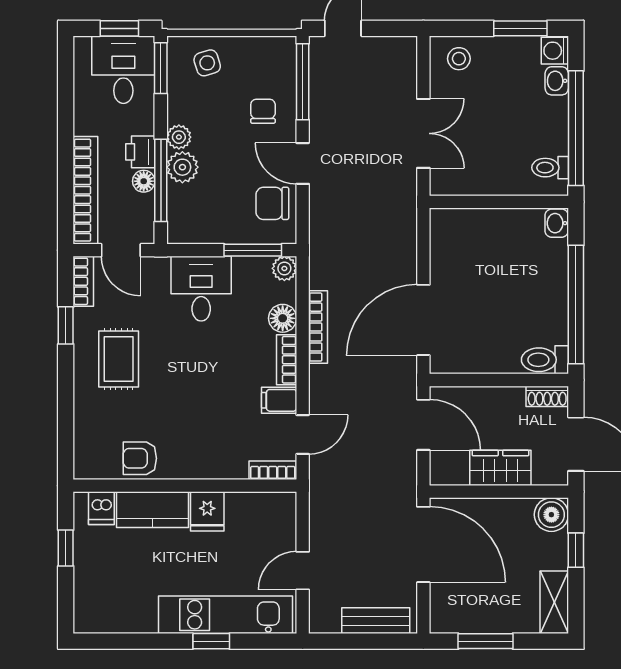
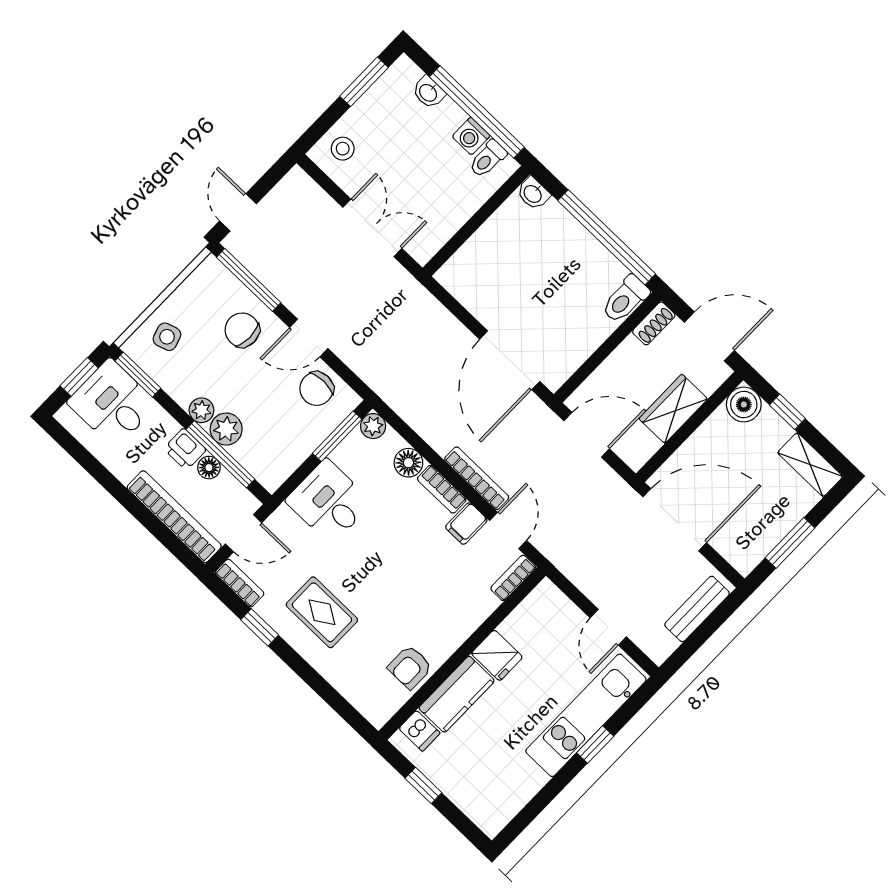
washing machine: (555, 51) -> (471, 136), moved
chair: (263, 111) -> (242, 330), width x1.37, depth x1.37
bookcase: (318, 327) -> (477, 478), moved

